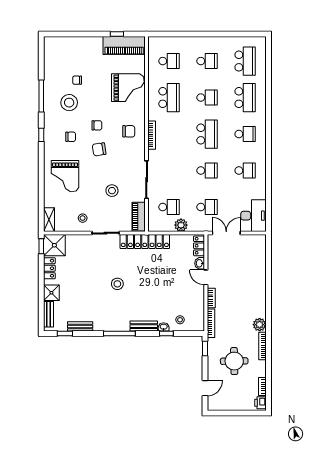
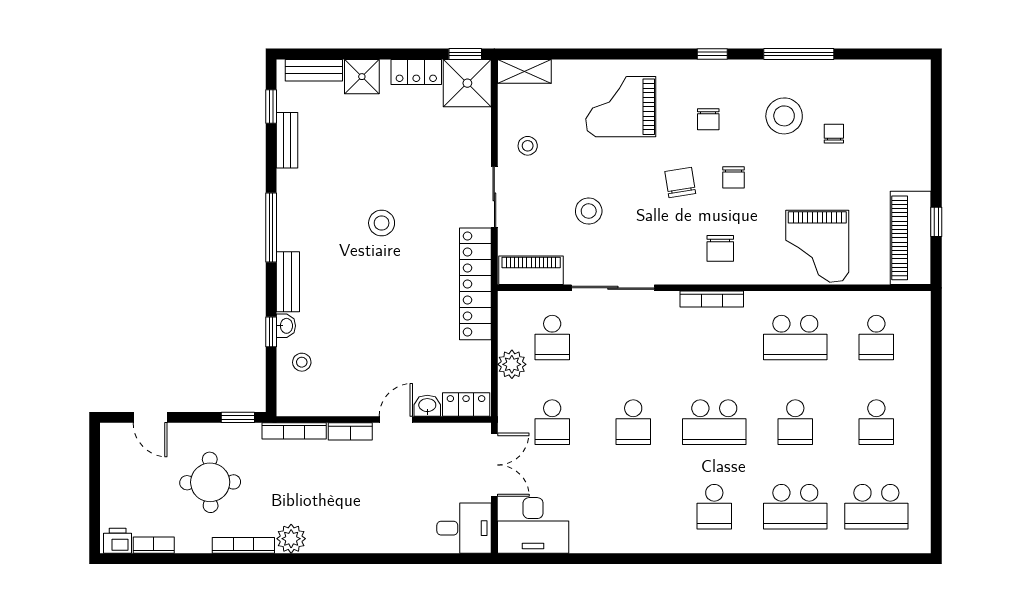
school desk: (245, 171) -> (633, 507), removed
desk: (255, 247) -> (464, 528), added

